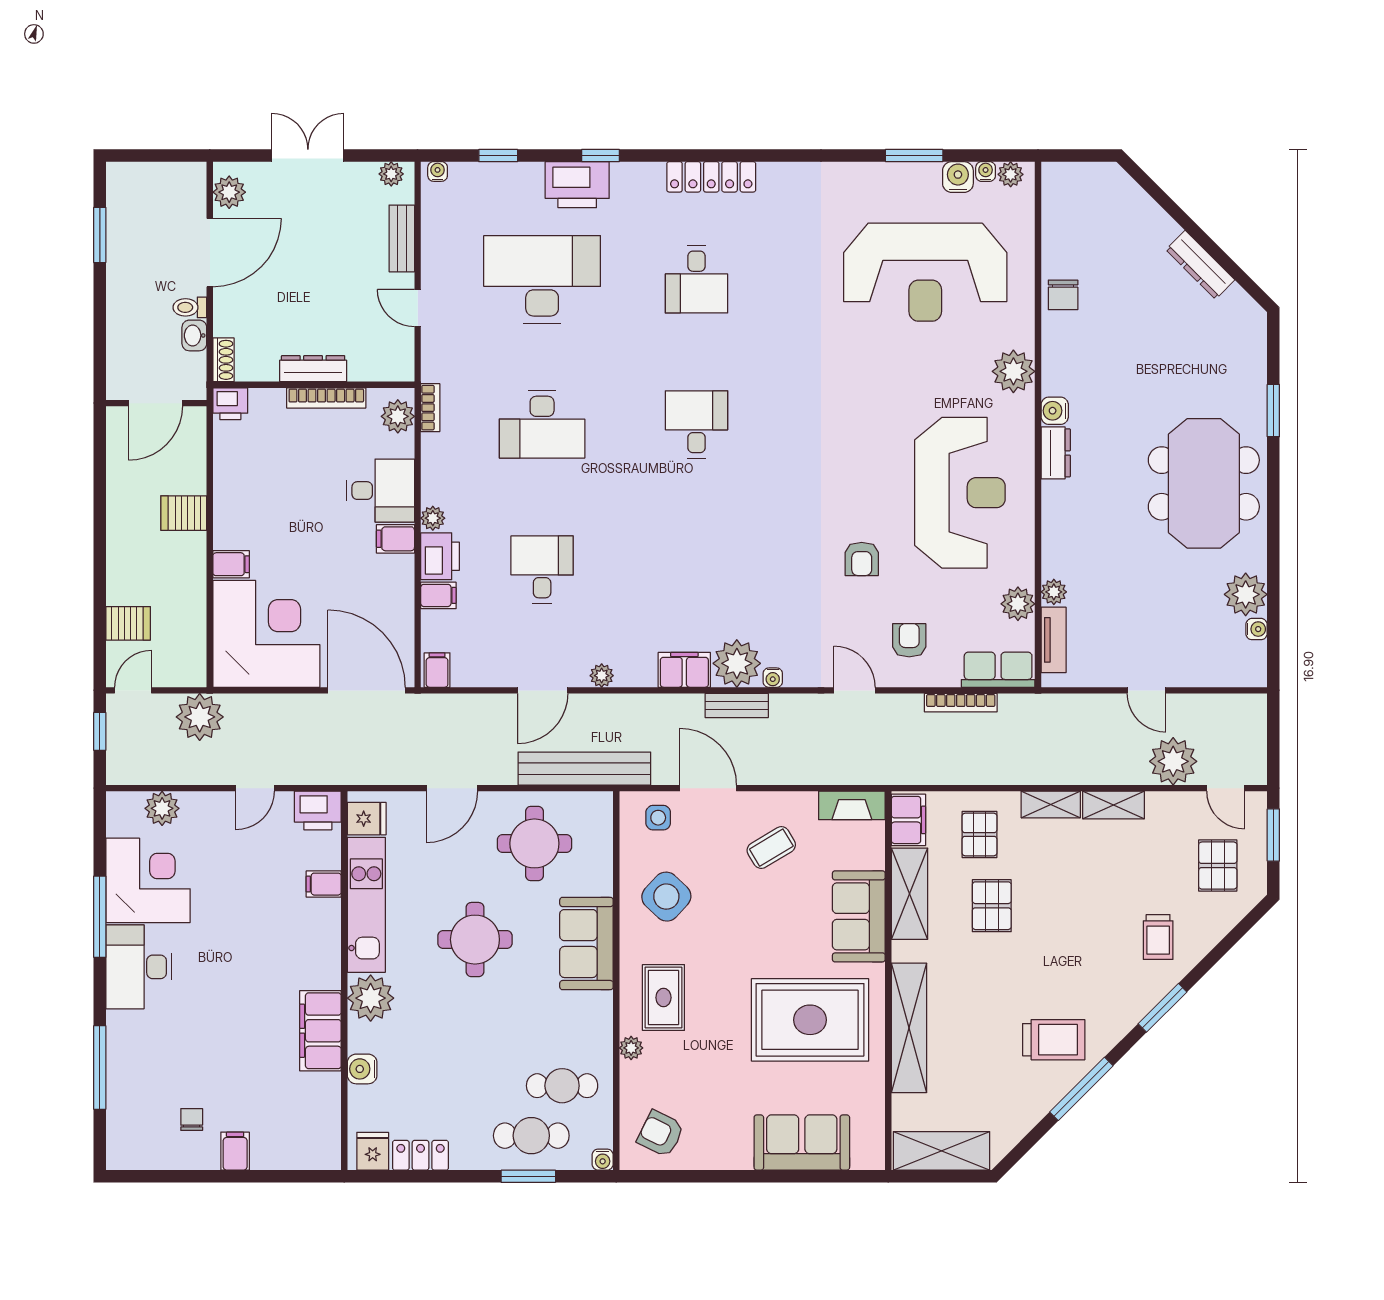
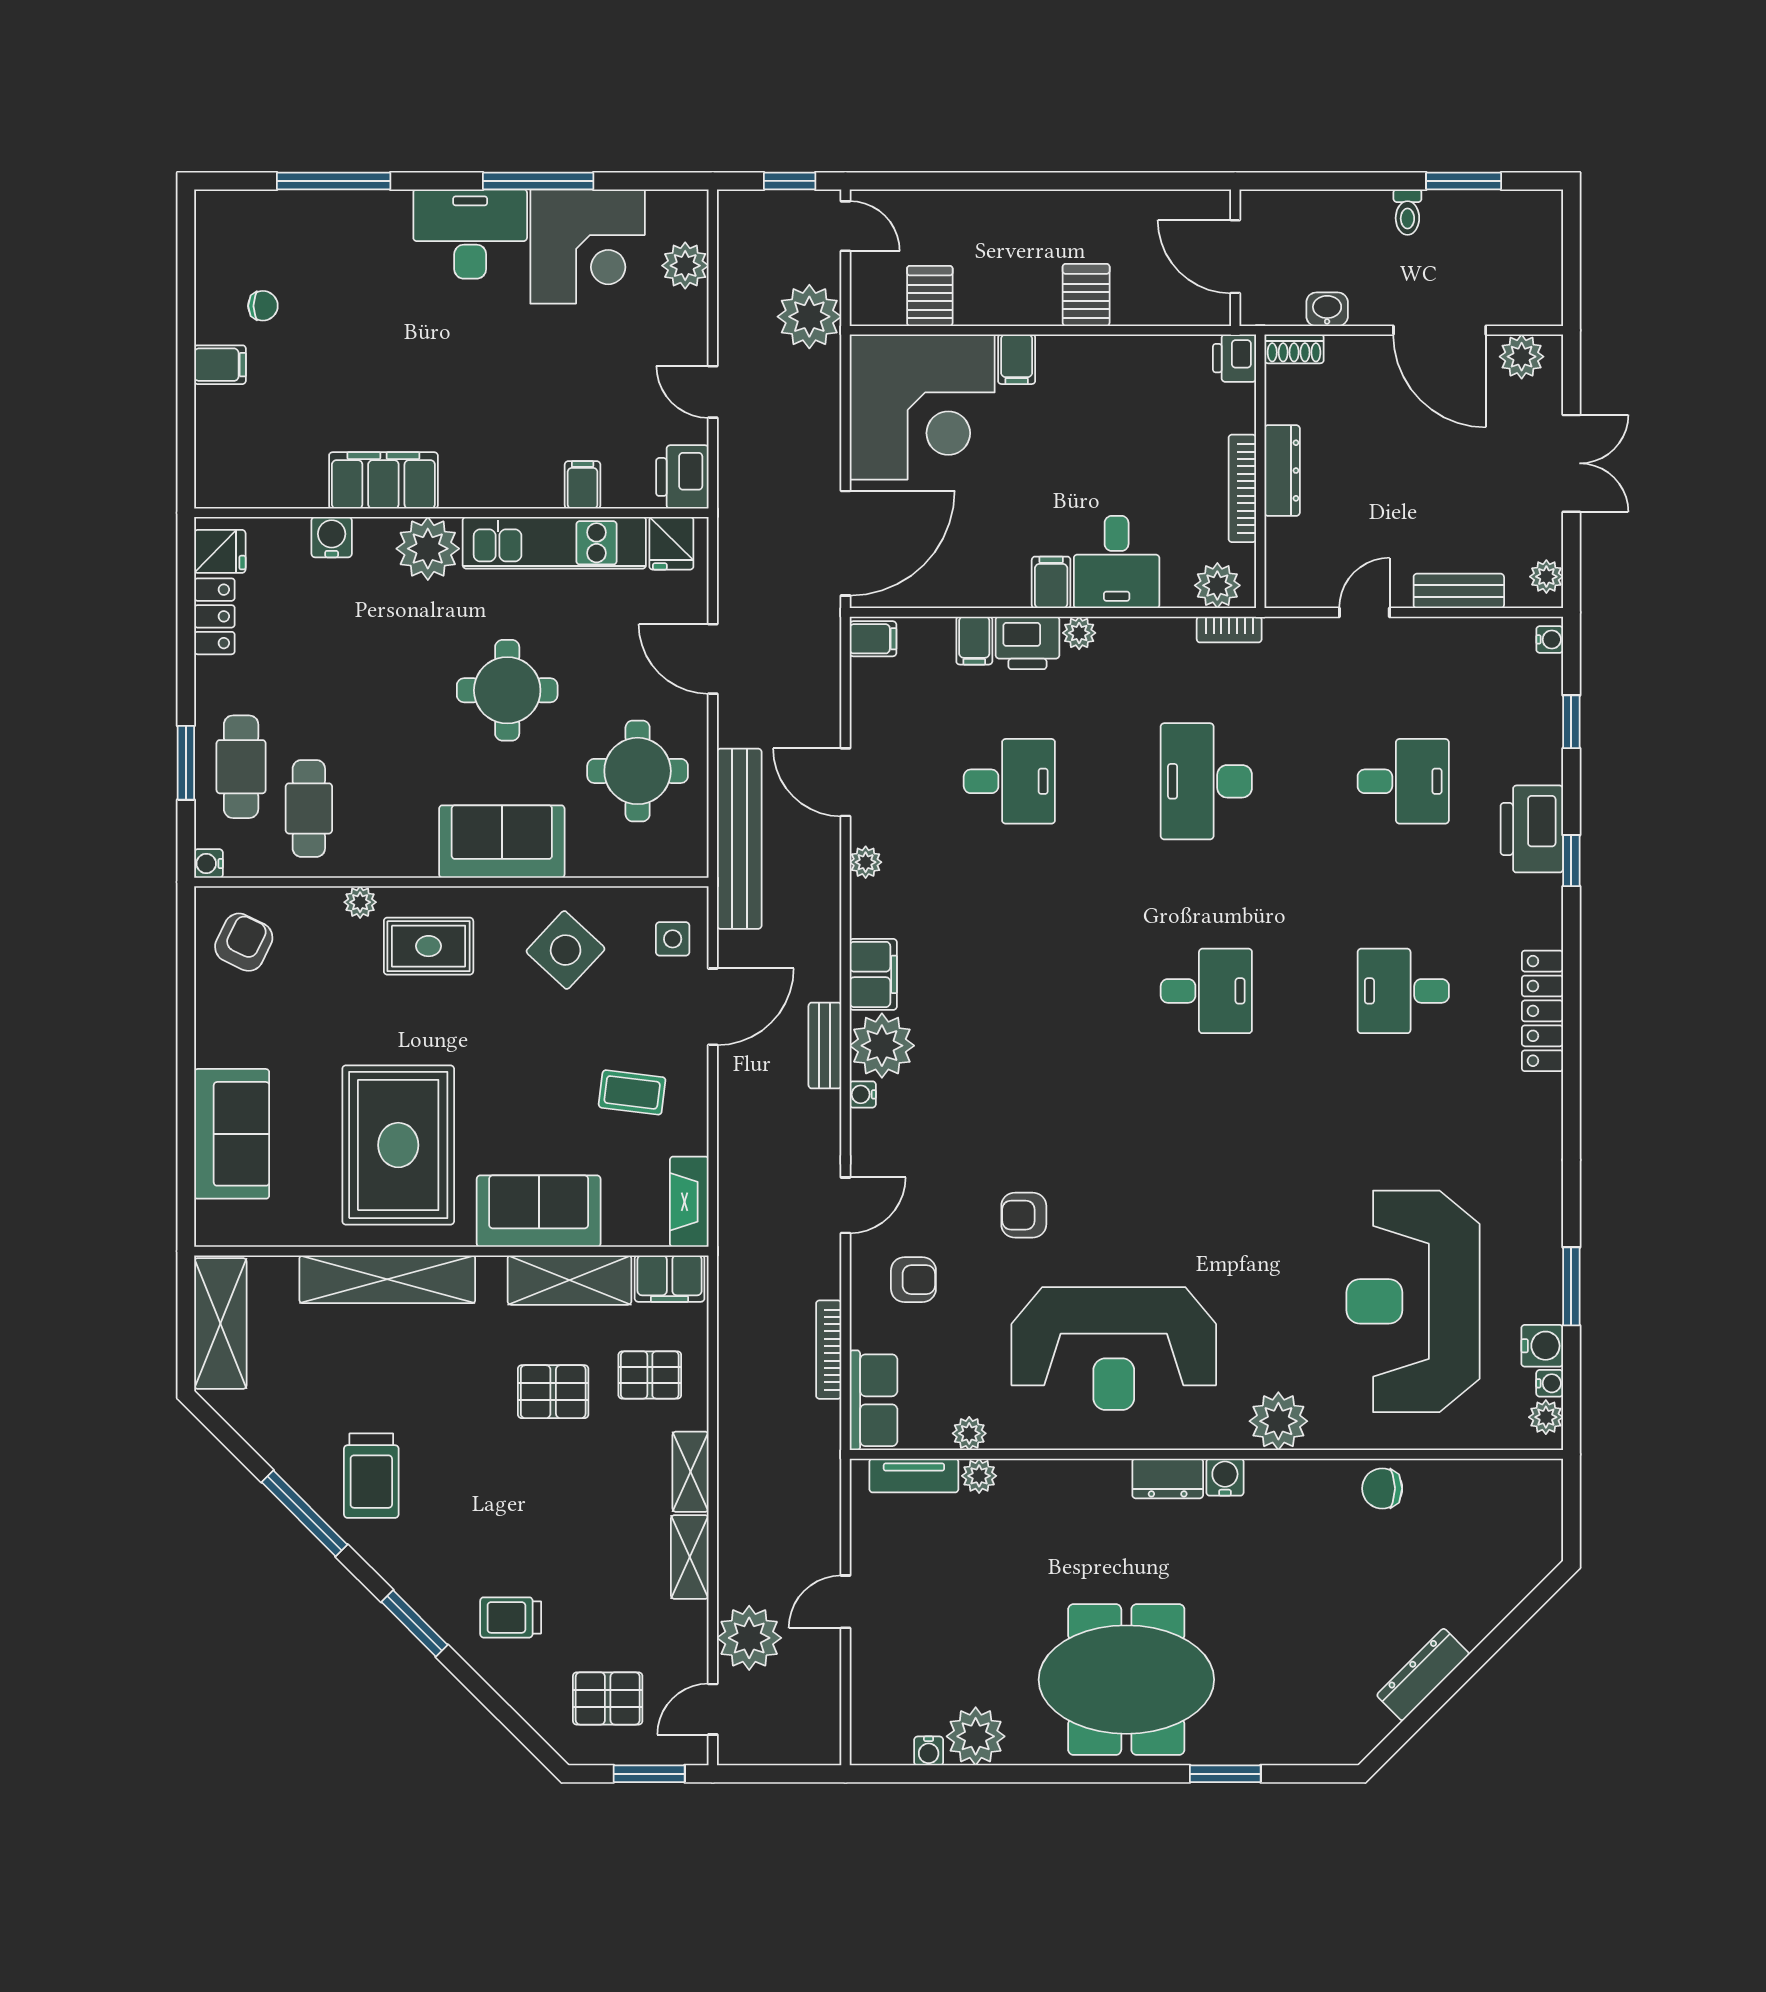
desk: (542, 279) -> (1403, 781), width x0.53, depth x0.77
toilet: (190, 307) -> (1407, 212), moved, turned 180
plant: (1018, 604) -> (969, 1433), width x0.73, depth x0.73
server rack: (128, 623) -> (930, 296), moved, turned 180
coffee table: (771, 848) -> (632, 1092), turned -52

